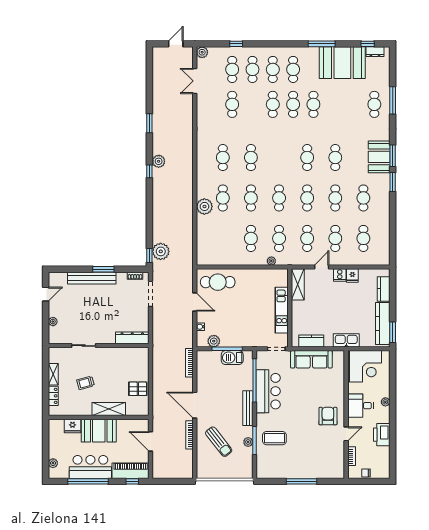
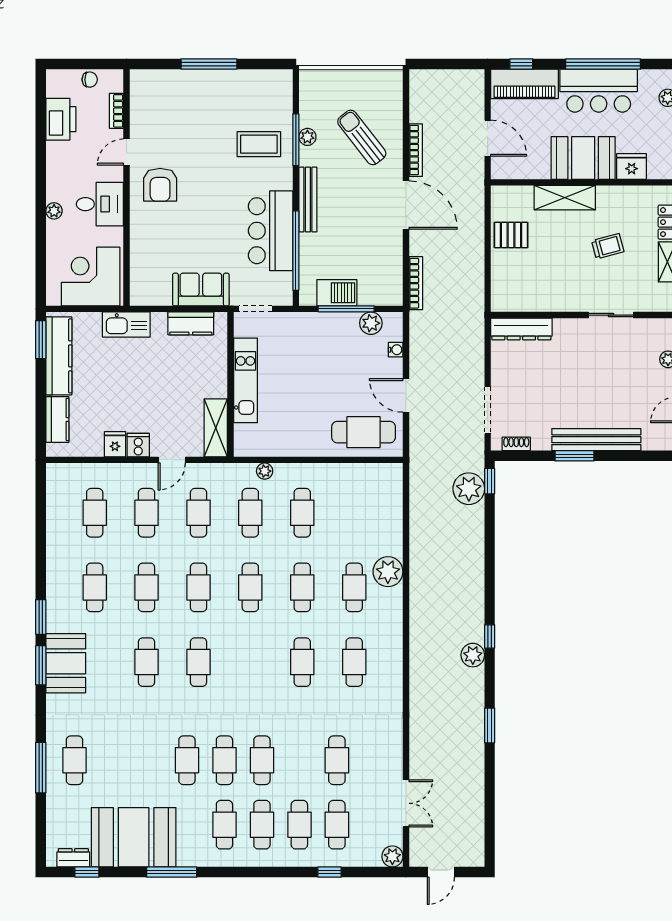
sofa: (311, 359) -> (201, 290), width x0.73
printer: (382, 435) -> (61, 119), moved

